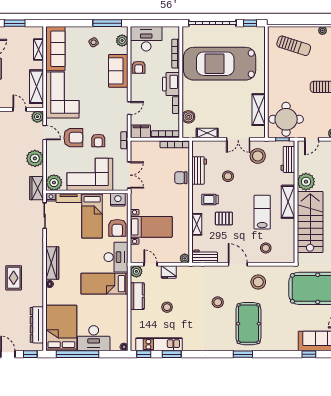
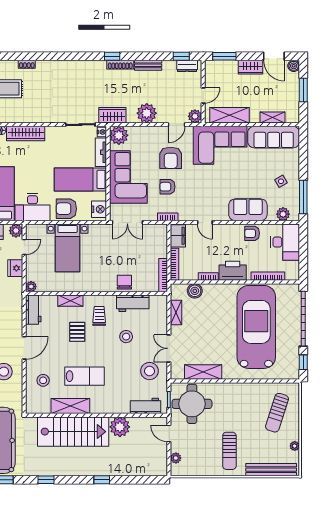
shelving: (288, 202) -> (70, 406), moved

